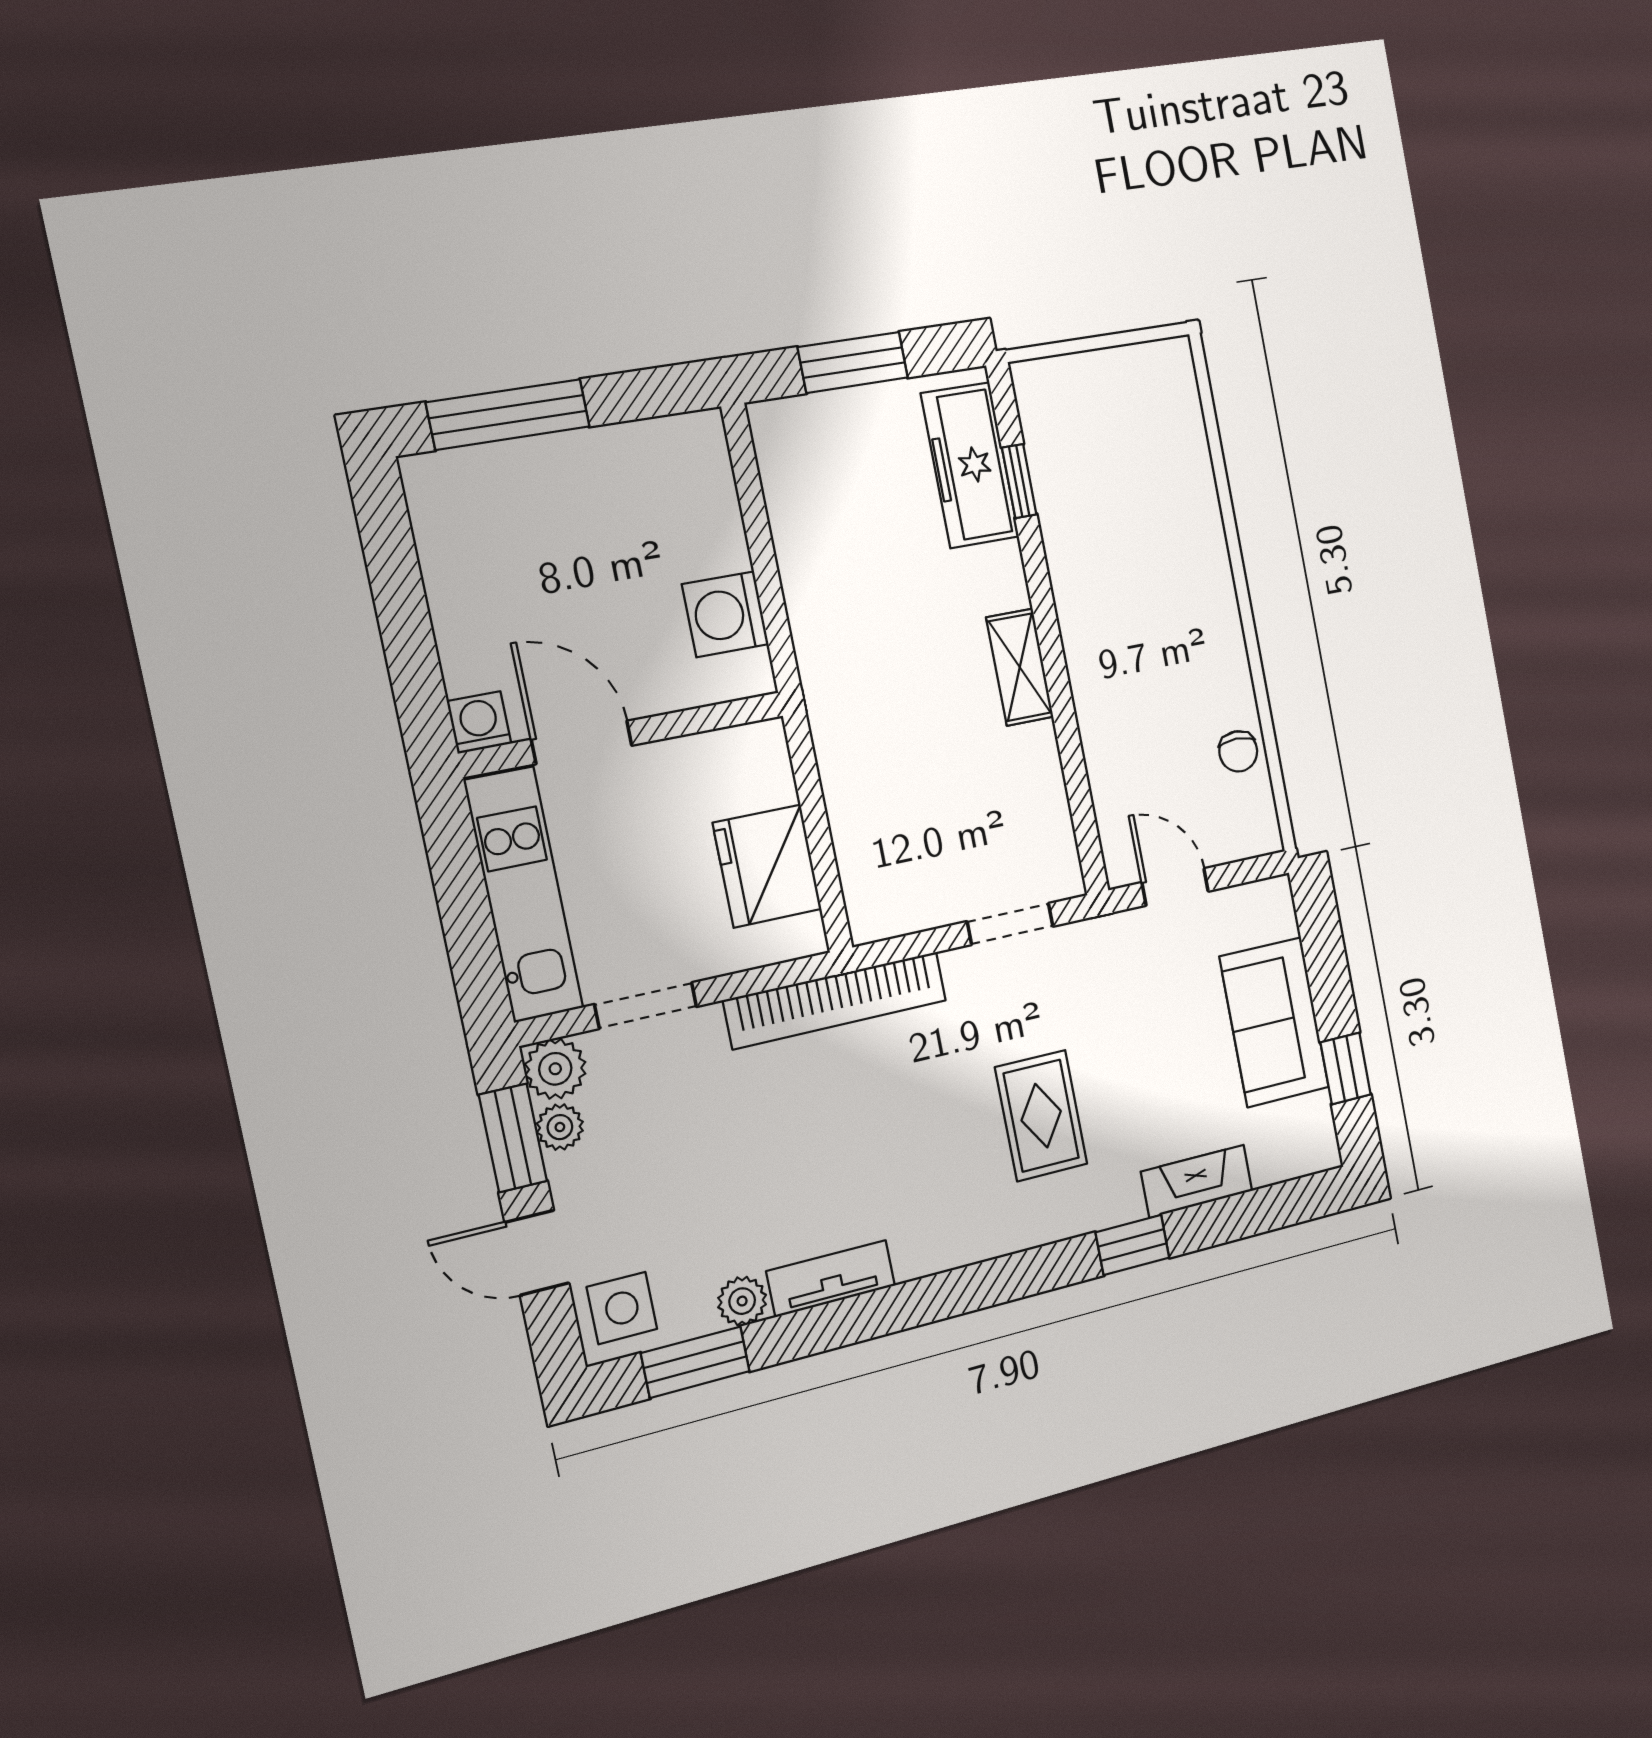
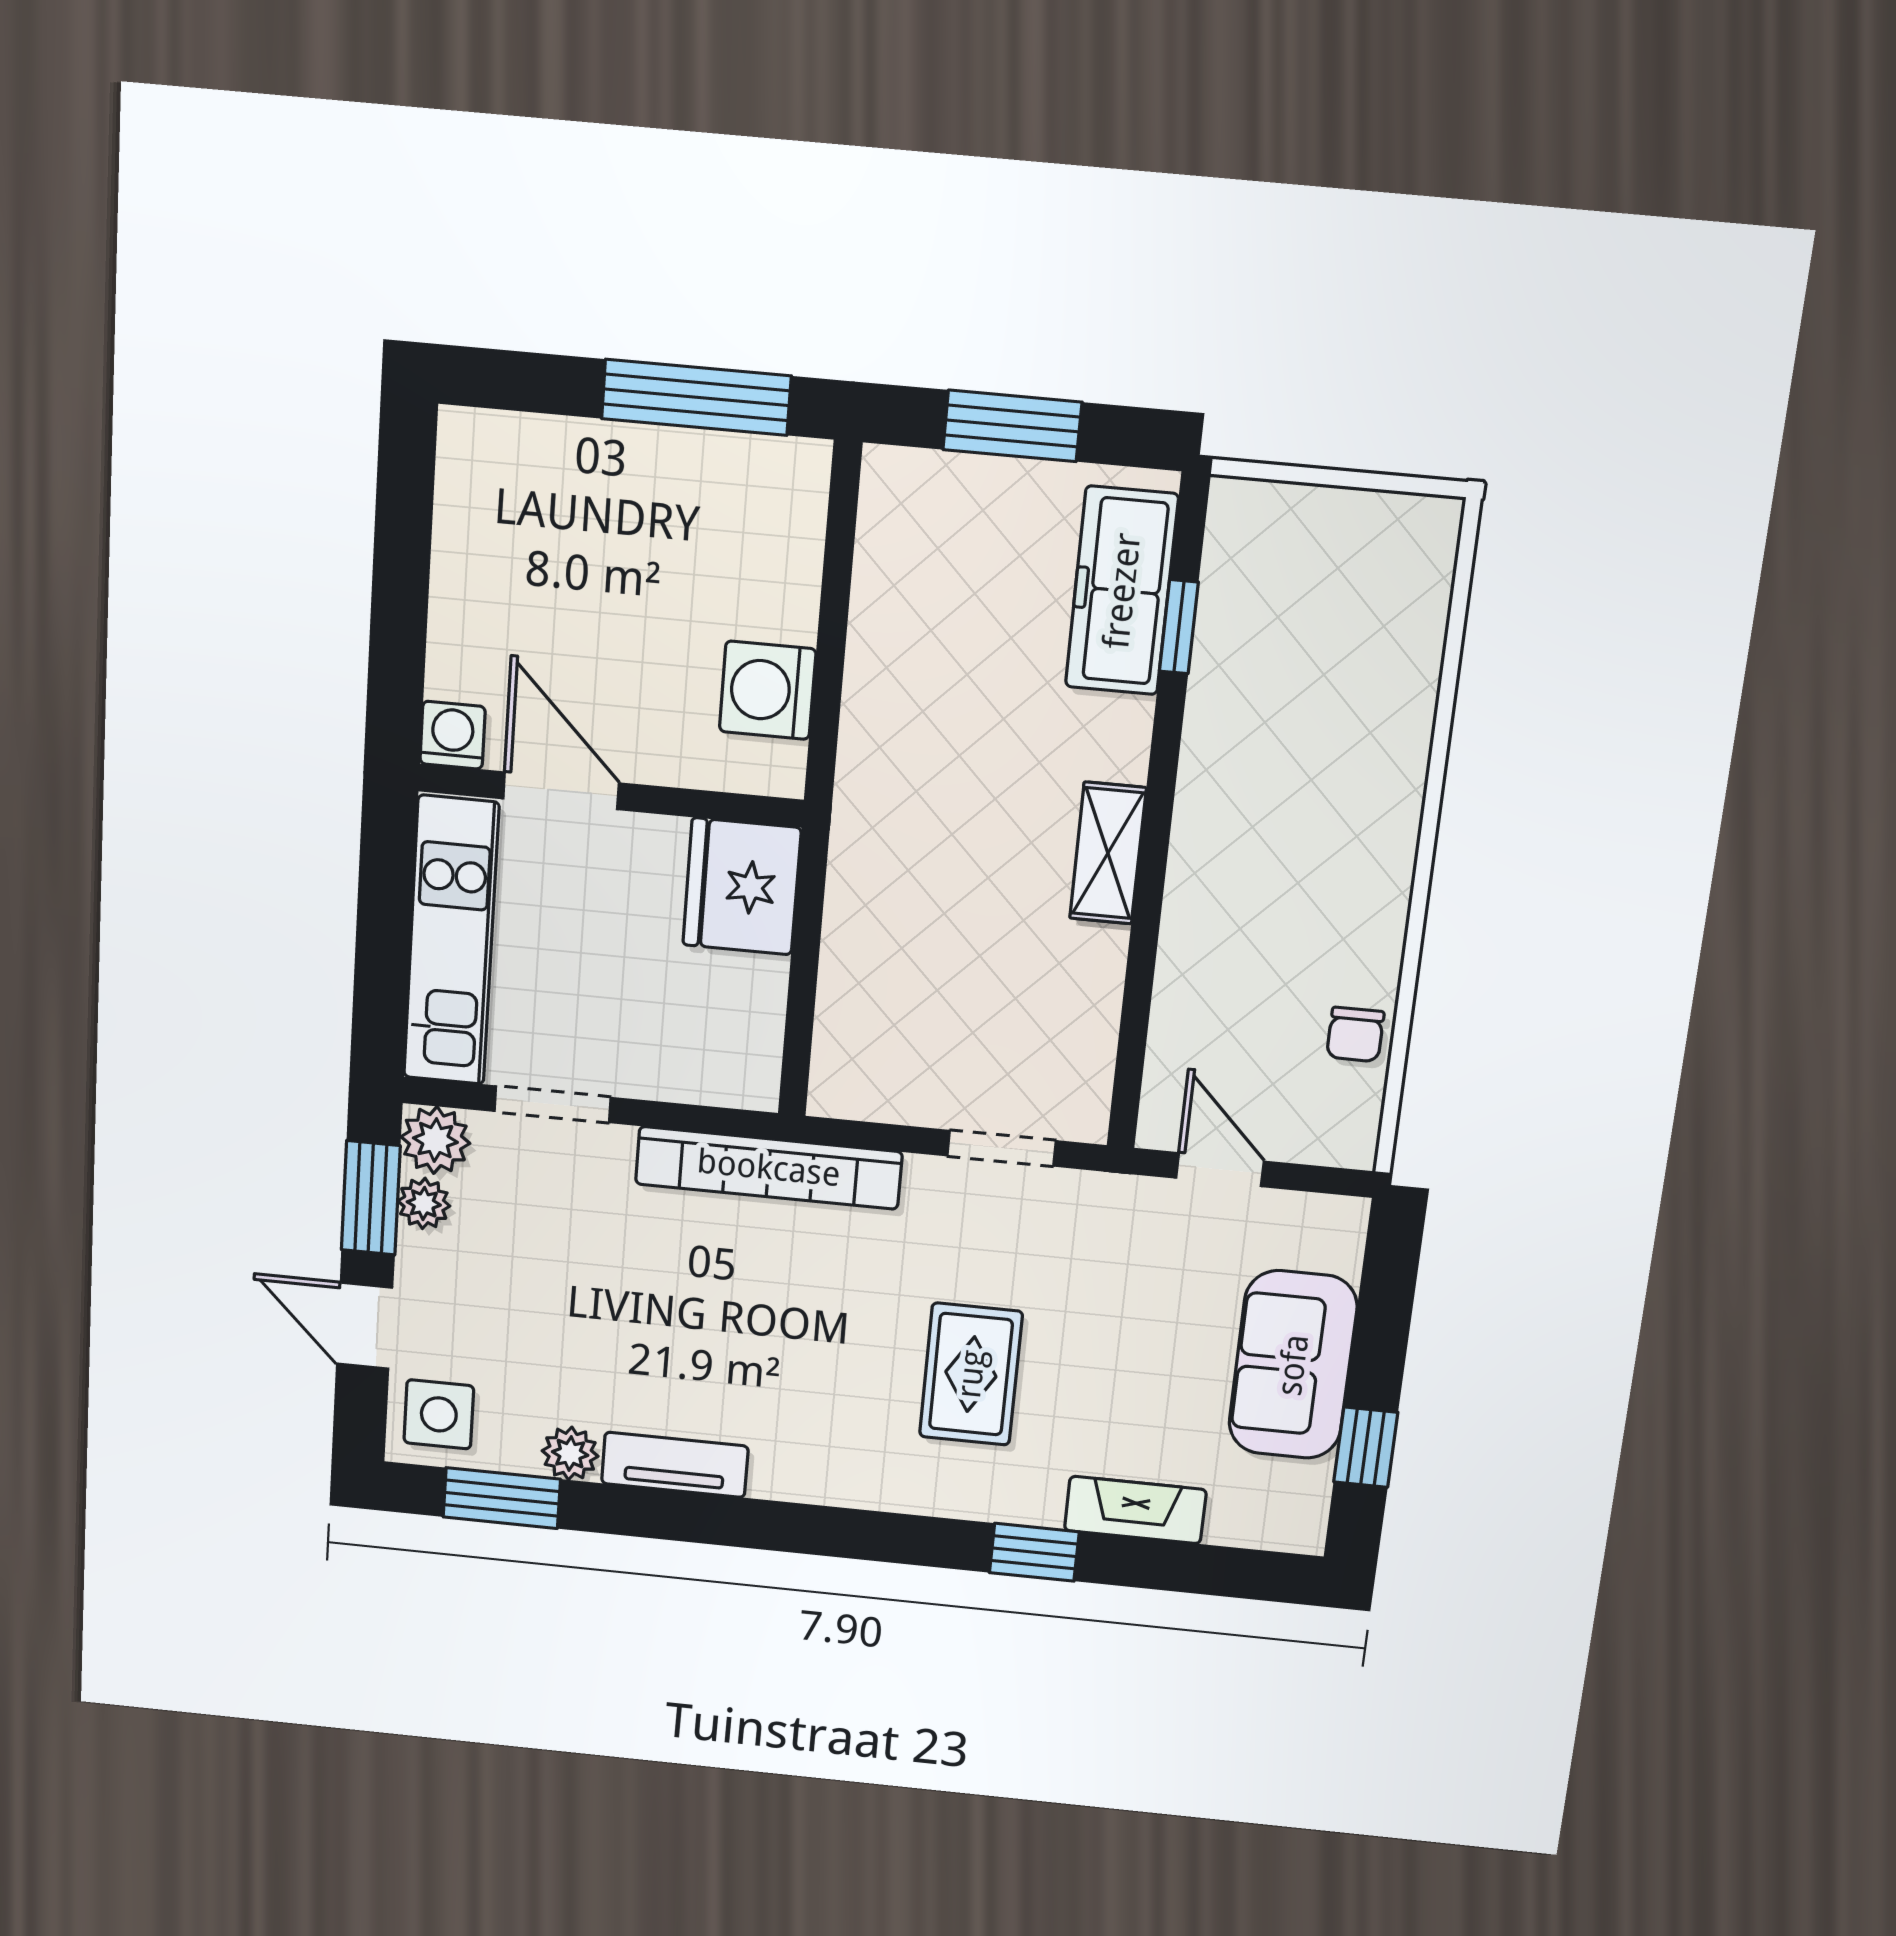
window: (508, 415) -> (696, 397), moved
fridge: (767, 866) -> (742, 886), moved

